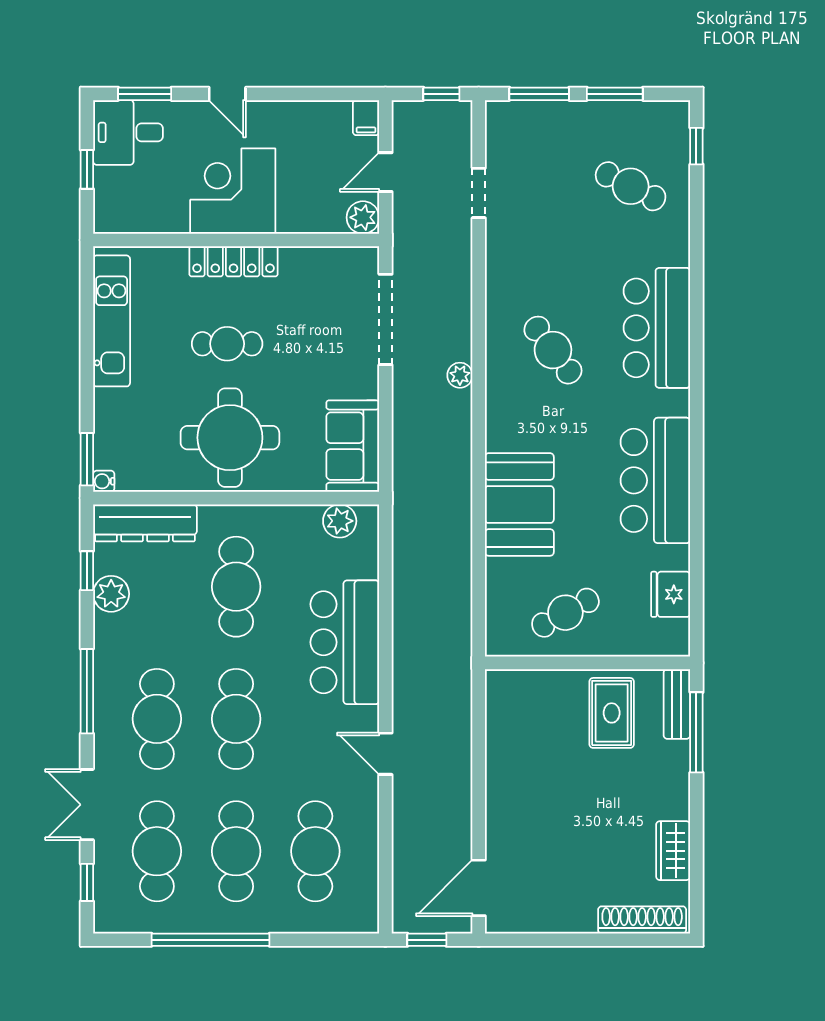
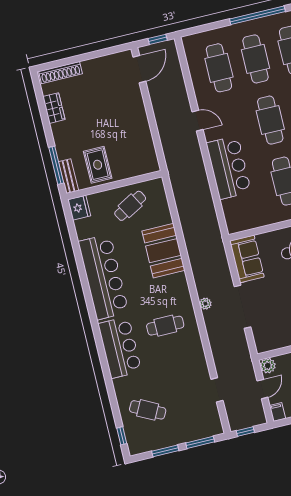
doorway: (385, 319) -> (243, 307), moved
cafe table: (553, 350) -> (165, 326), turned -53
bar counter: (655, 480) -> (103, 277), width x1.36
plant: (340, 521) -> (245, 223), removed
fridge: (671, 594) -> (79, 208), moved

